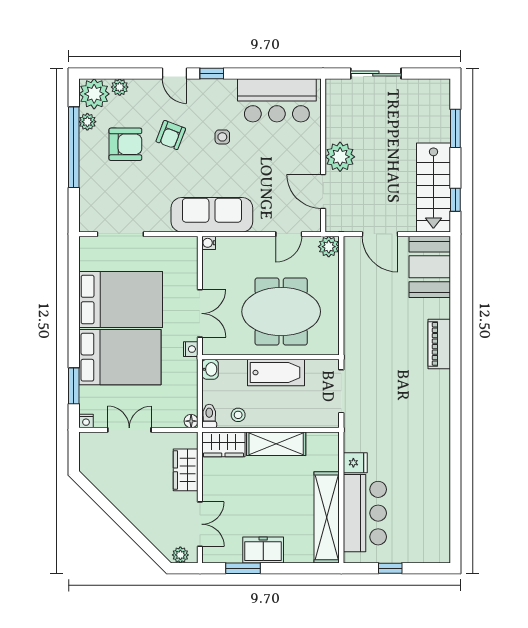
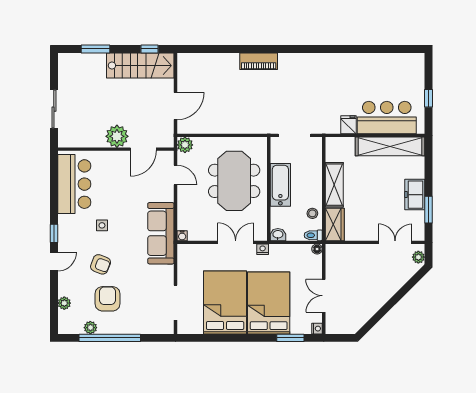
plant: (94, 94) -> (69, 322), removed
booth: (430, 267) -> (200, 68), removed
wardrobe: (186, 470) -> (354, 253), removed

